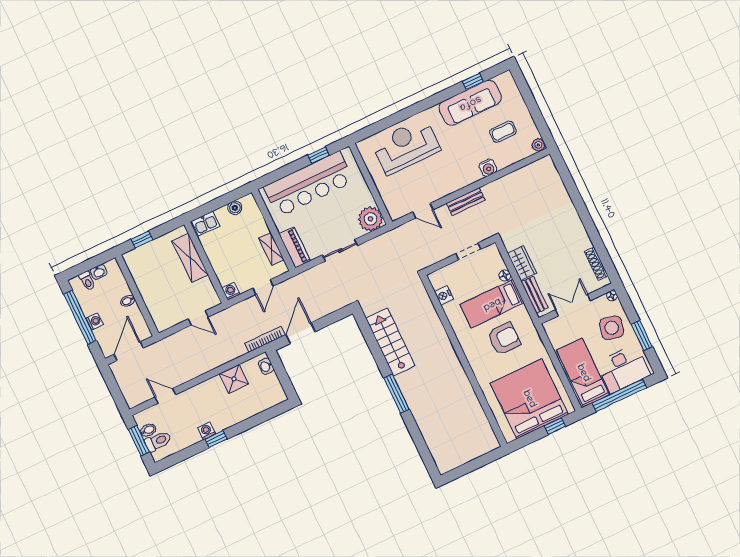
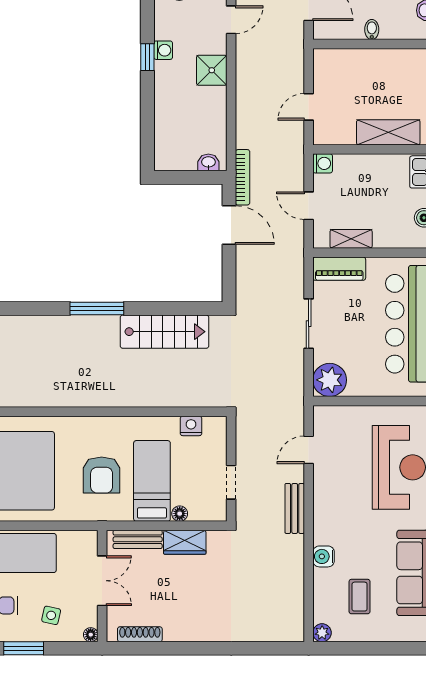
side table: (612, 328) -> (51, 615), width x0.54, depth x0.54
shower: (234, 379) -> (212, 70), moved

